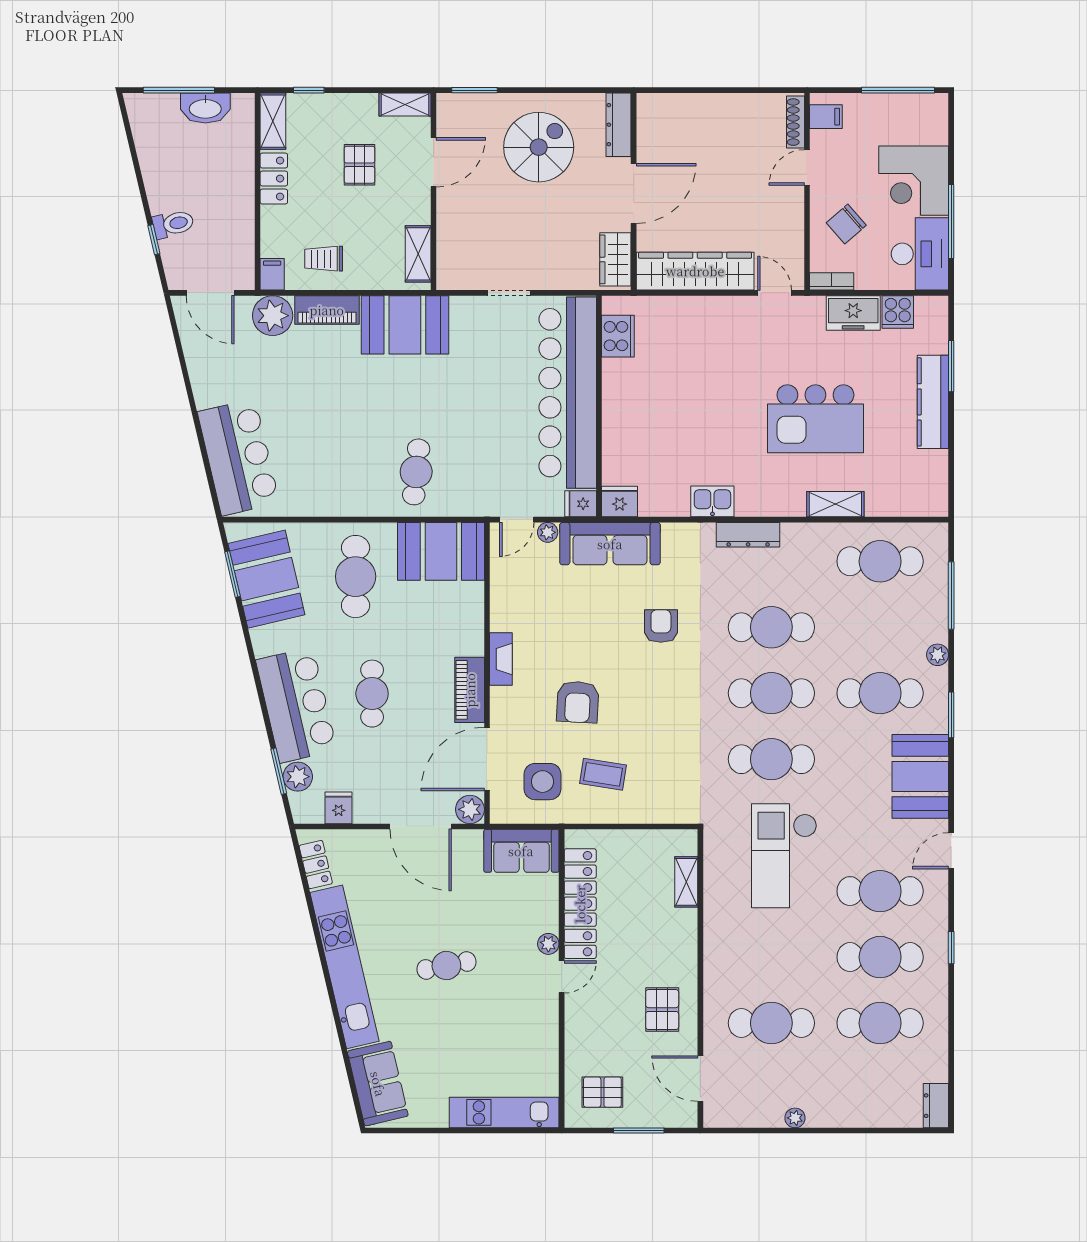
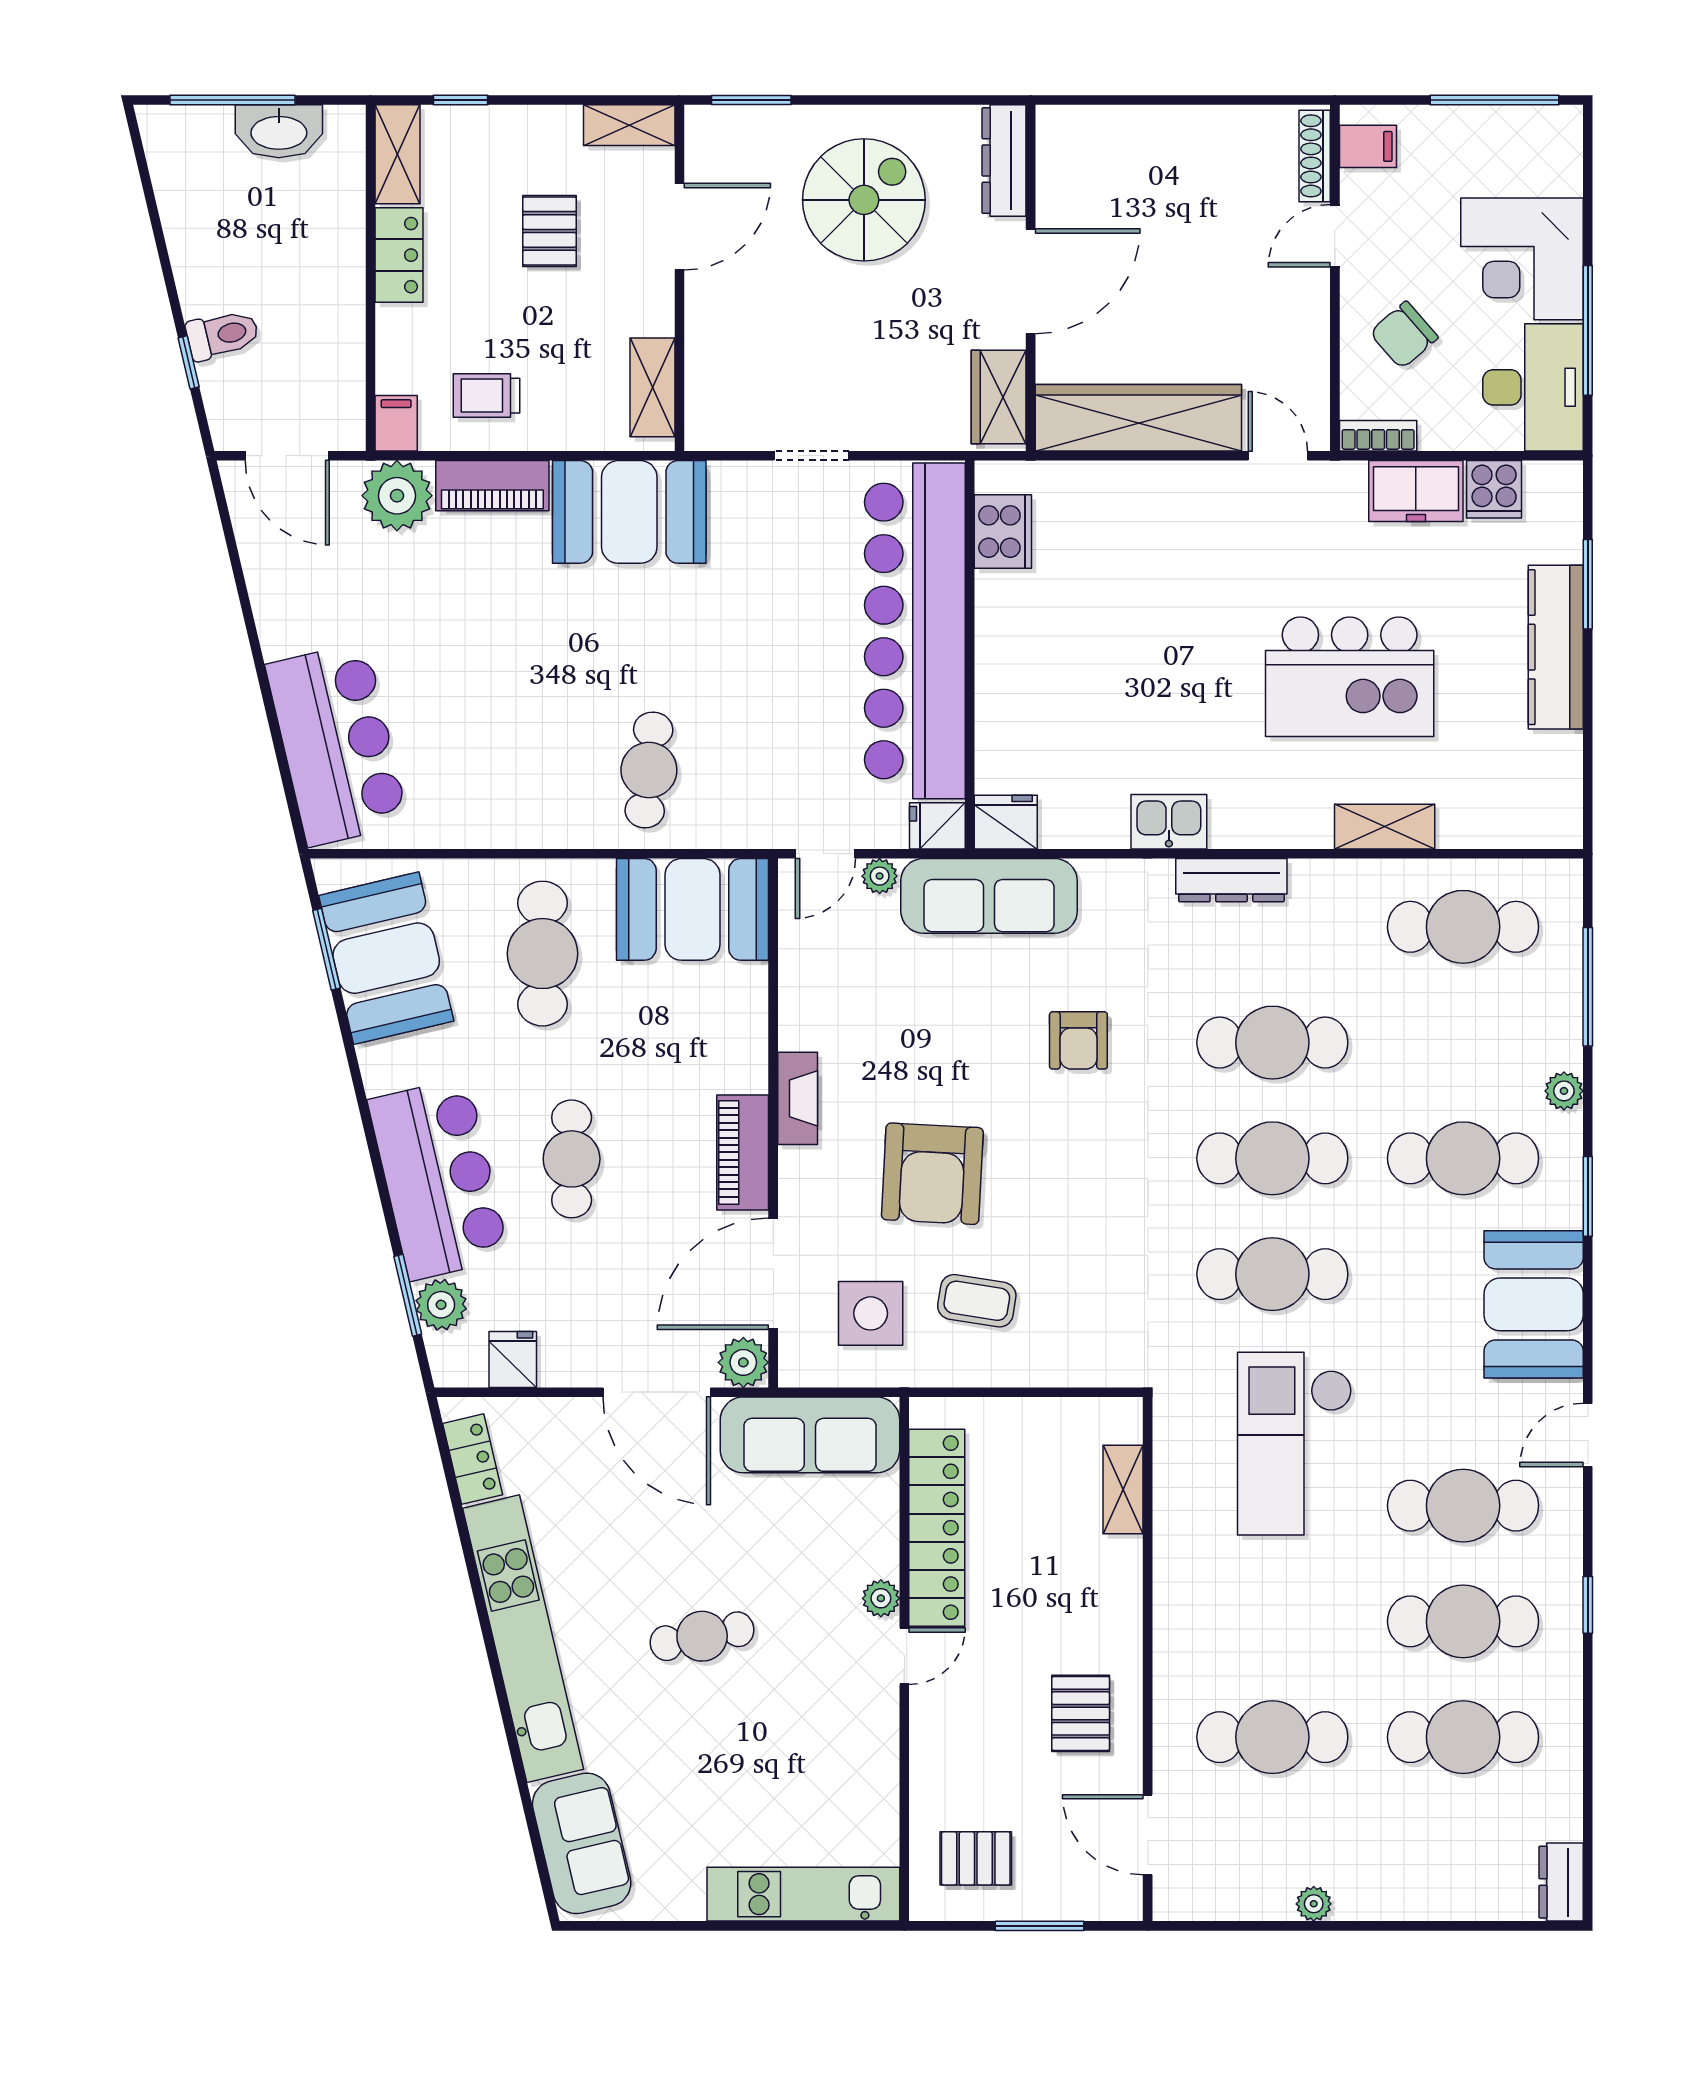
armchair: (661, 626) -> (1078, 1040), turned 180
armchair: (578, 702) -> (932, 1174), width x1.36, depth x1.36
sofa: (521, 851) -> (810, 1435), width x1.36

